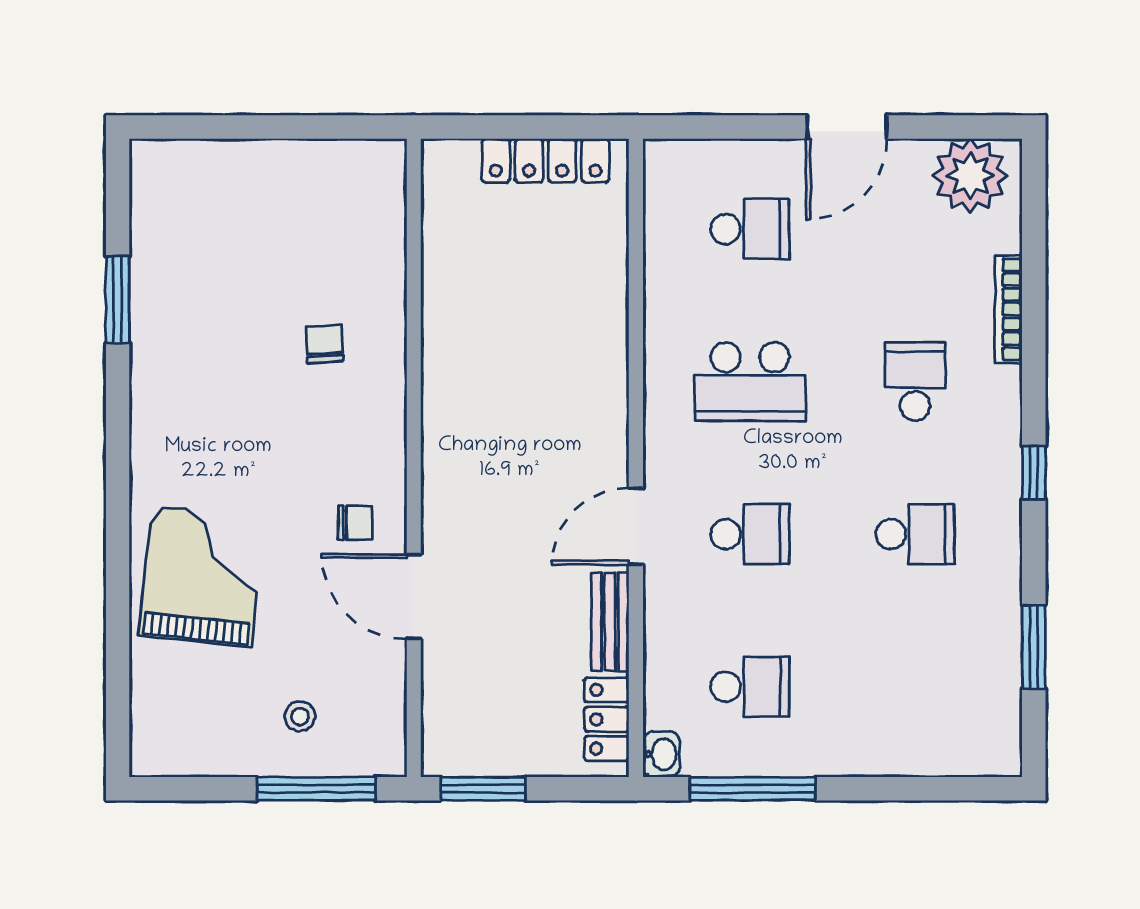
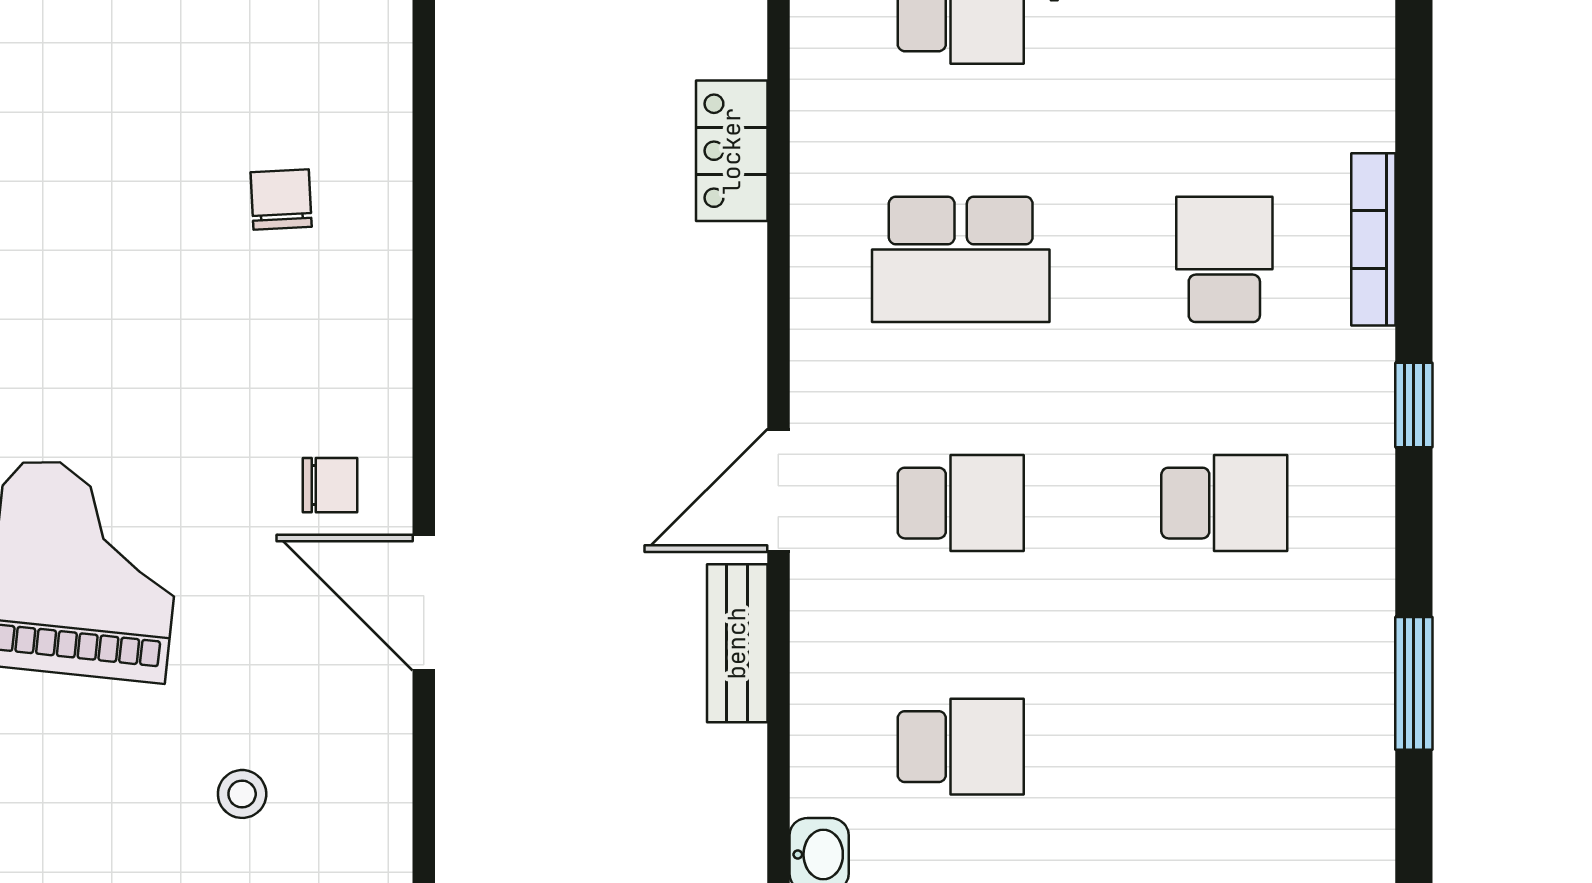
bookcase: (1008, 309) -> (1373, 239), moved
locker: (607, 719) -> (732, 151), moved

